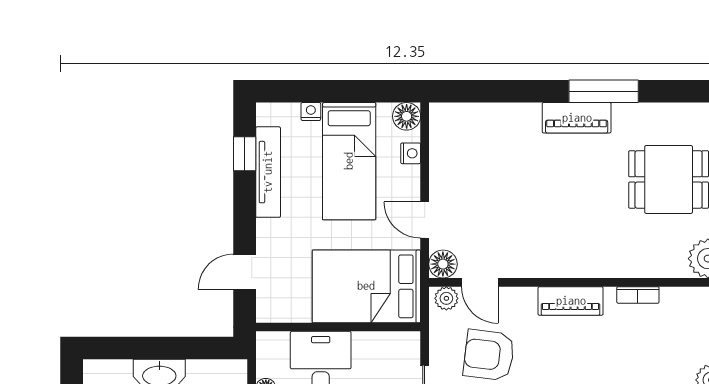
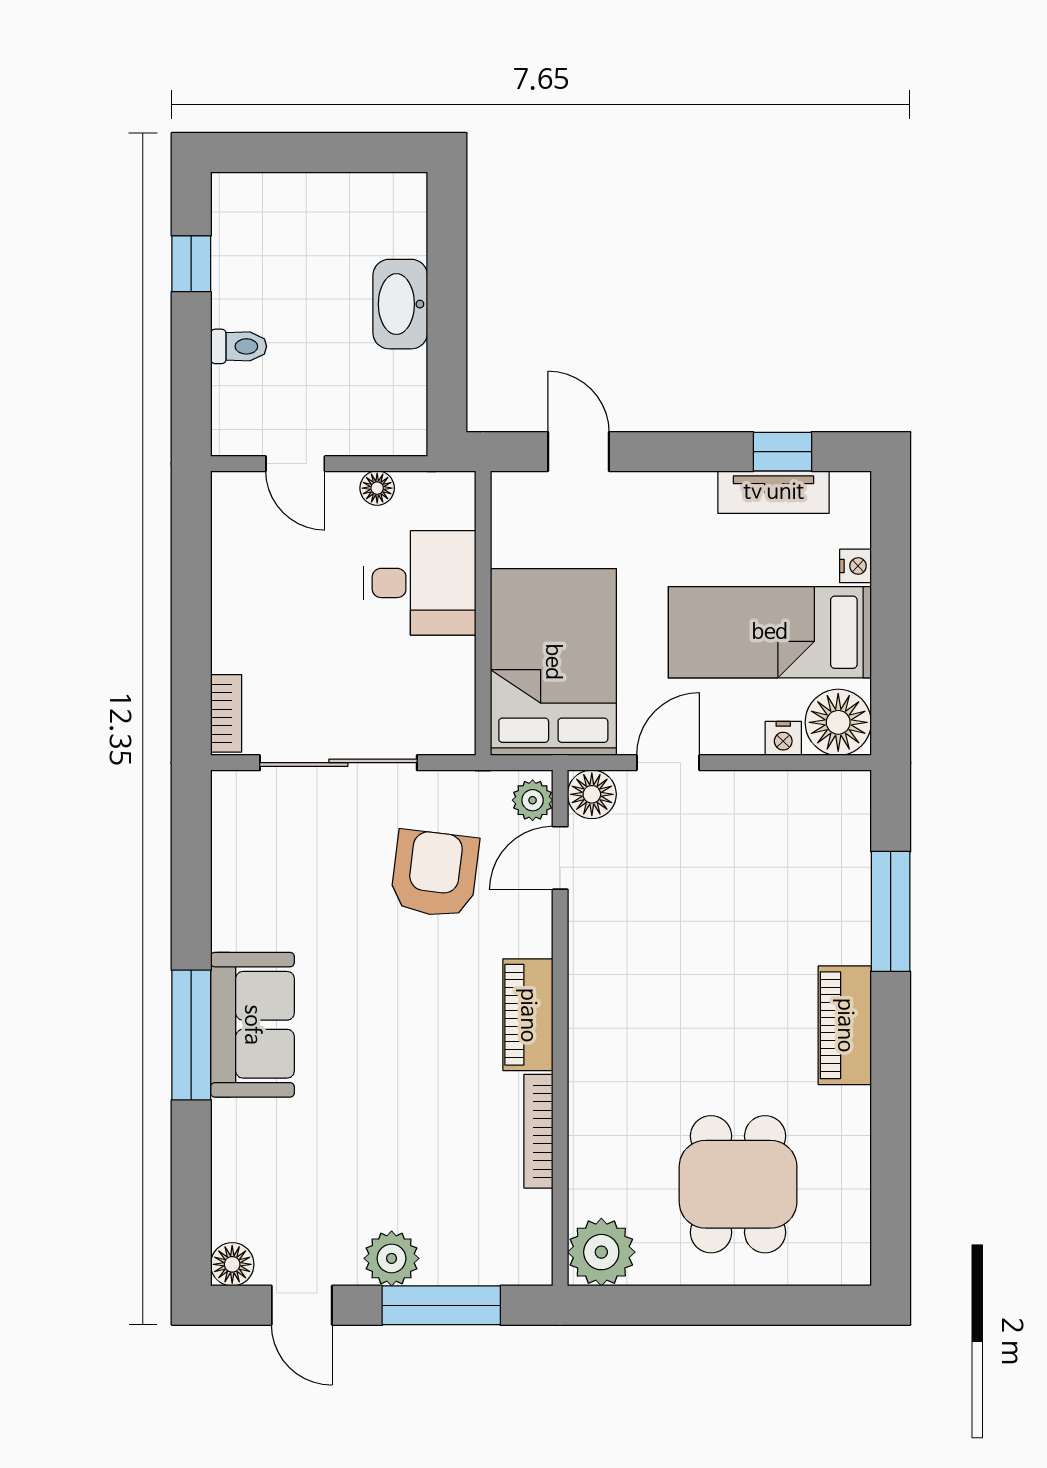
window: (604, 91) -> (891, 911), moved
floor lamp: (407, 116) -> (838, 722), width x1.38, depth x1.38
tv unit: (268, 172) -> (774, 492), width x0.71
bookcase: (638, 295) -> (538, 1131), width x1.56

